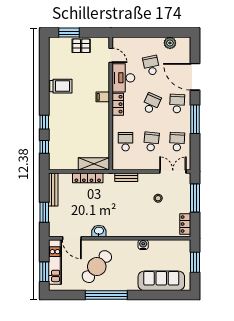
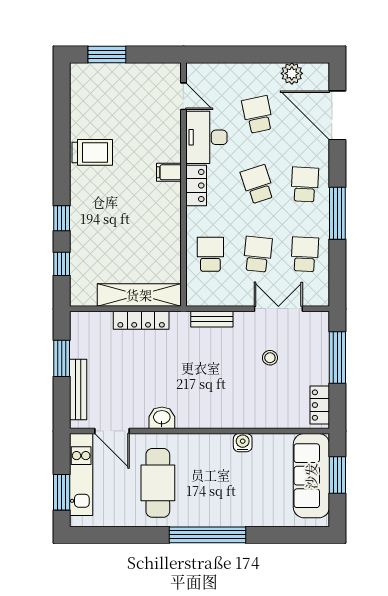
pallet: (81, 46) -> (129, 79), removed
door: (195, 77) -> (337, 115), moved
school desk: (151, 104) -> (258, 184), turned -42
shelving: (94, 164) -> (139, 295), width x1.47
double door: (173, 171) -> (278, 309), moved
bench: (53, 189) -> (78, 390), moved
window: (44, 212) -> (62, 358), moved
cafe table: (97, 267) -> (158, 483), turned -40
sofa: (161, 281) -> (311, 476), moved, turned -90
window: (106, 295) -> (207, 535), moved

